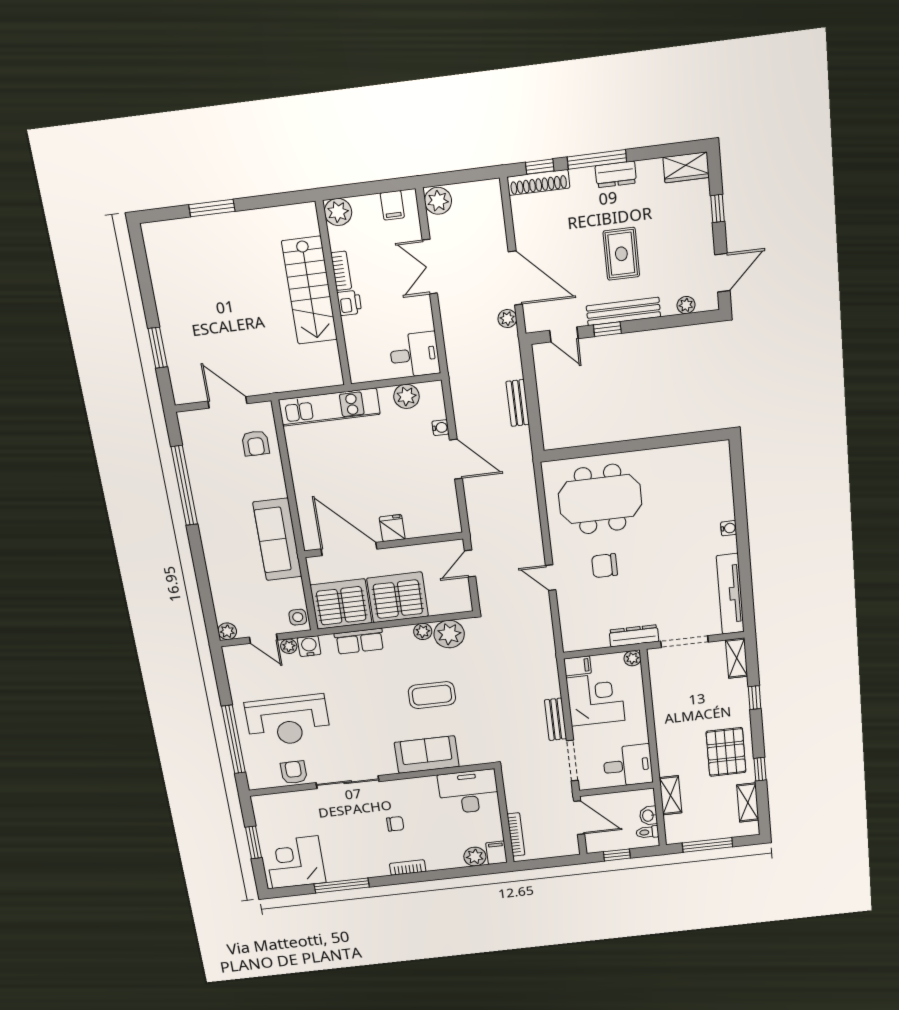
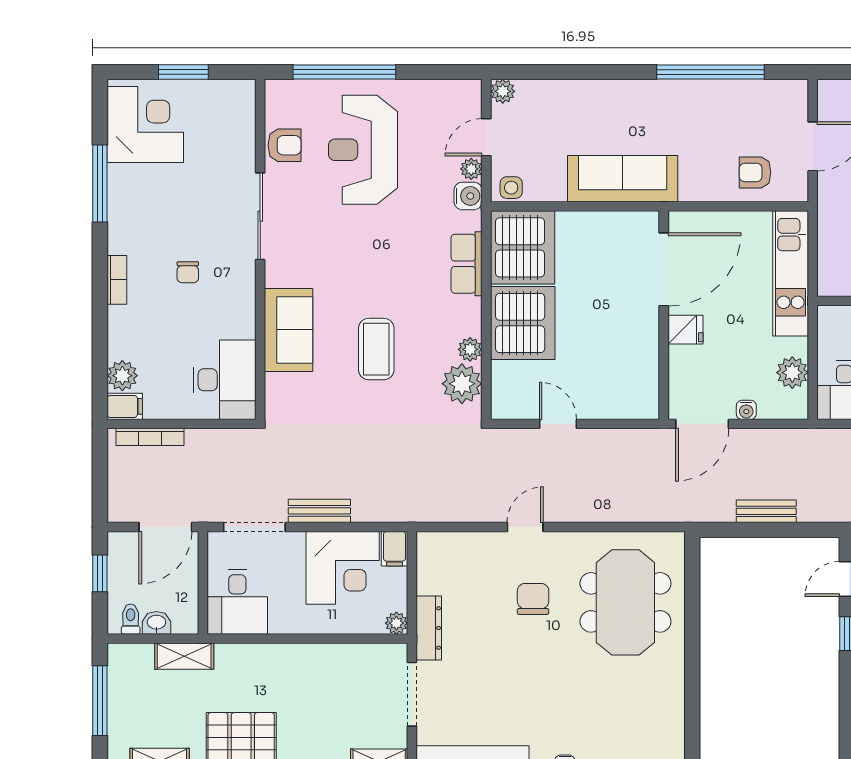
fridge: (392, 528) -> (685, 330), moved
wall: (384, 545) -> (664, 315), moved
door: (349, 549) -> (664, 269), moved

